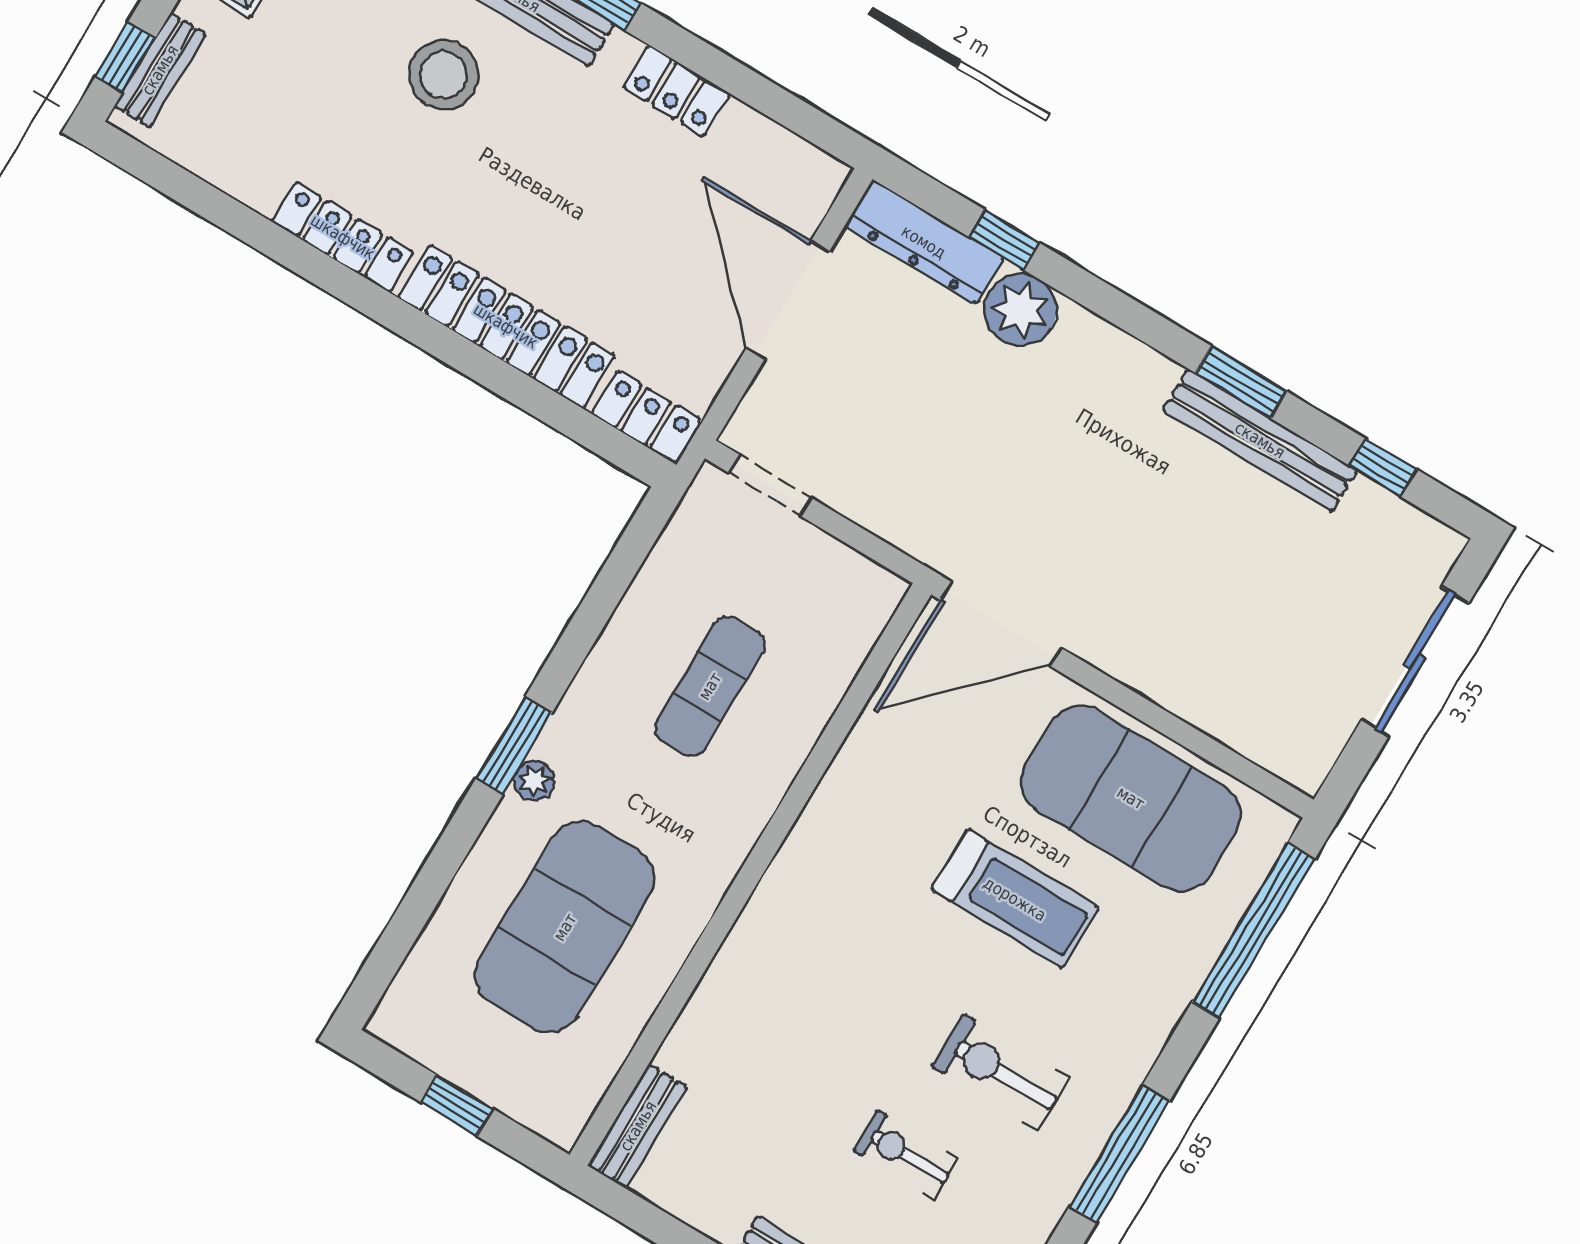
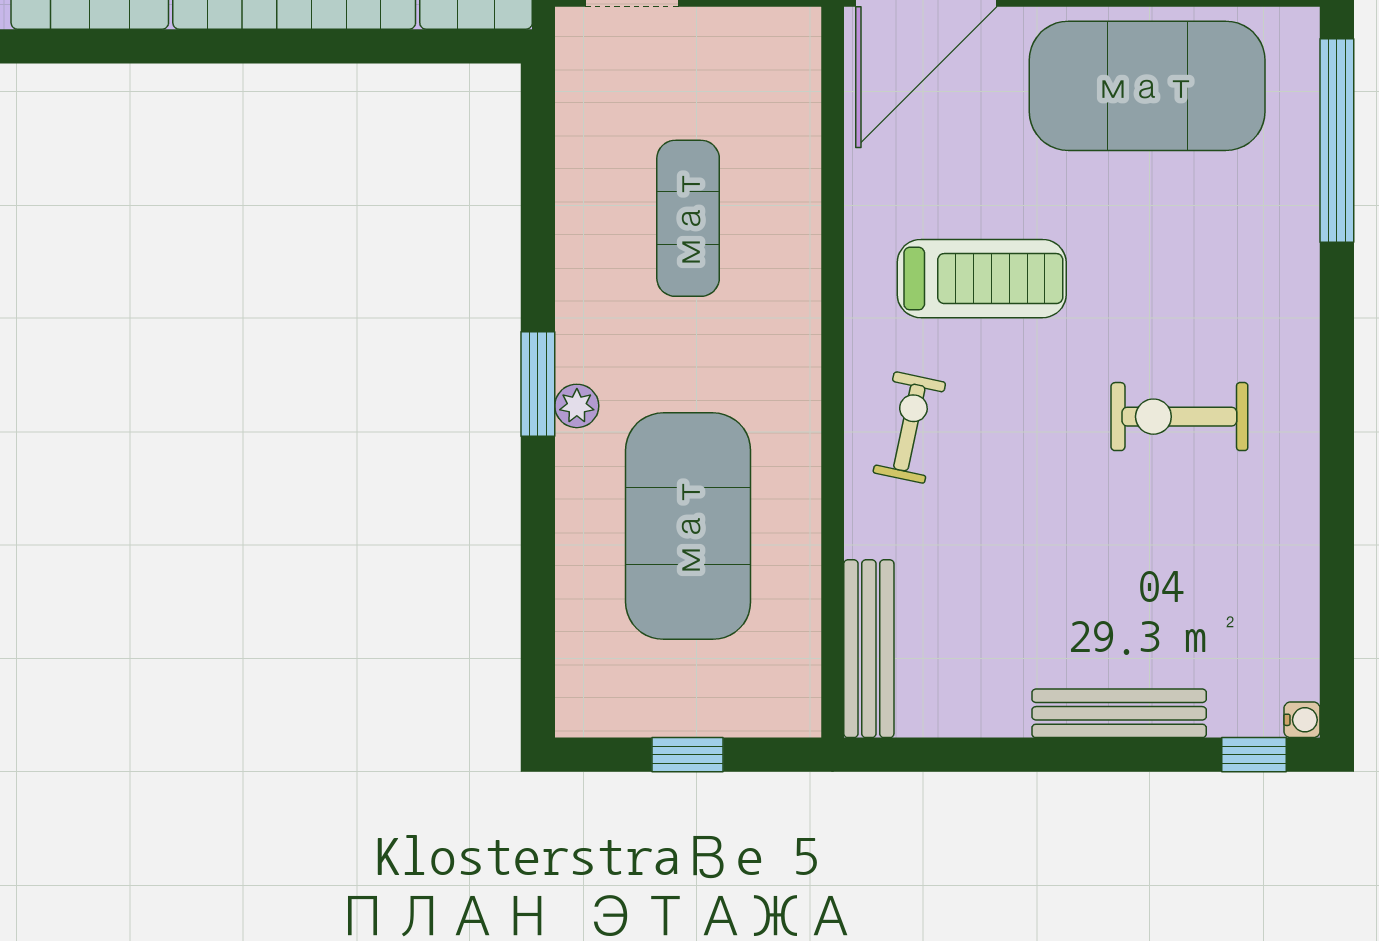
treadmill: (1015, 899) -> (982, 279), moved
bench: (638, 1126) -> (869, 649), width x1.36
window: (1119, 1154) -> (1337, 426), removed
exercise bike: (906, 1155) -> (909, 428), moved, turned 102

